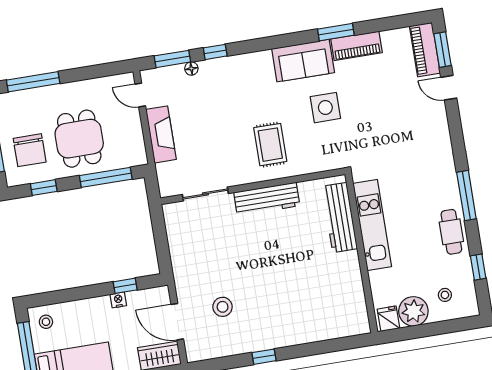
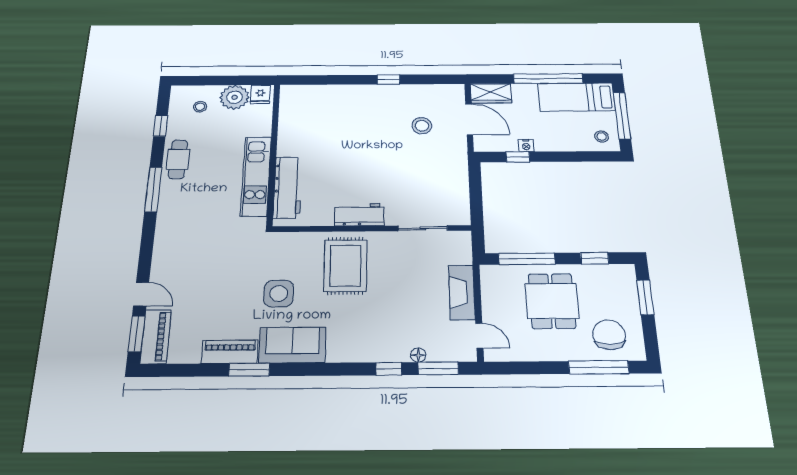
rug: (270, 145) -> (345, 266), width x1.36, depth x1.43
chair: (30, 150) -> (609, 335), moved
workbench: (267, 199) -> (359, 215), width x0.73

